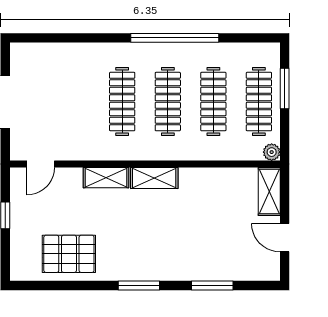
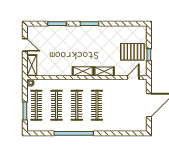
pallet: (69, 254) -> (132, 52), moved

